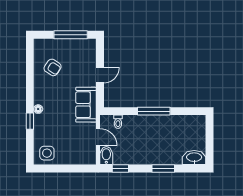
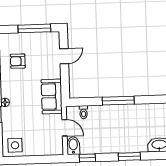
armchair: (53, 67) -> (18, 61), turned 147
door: (100, 75) -> (64, 56), moved

